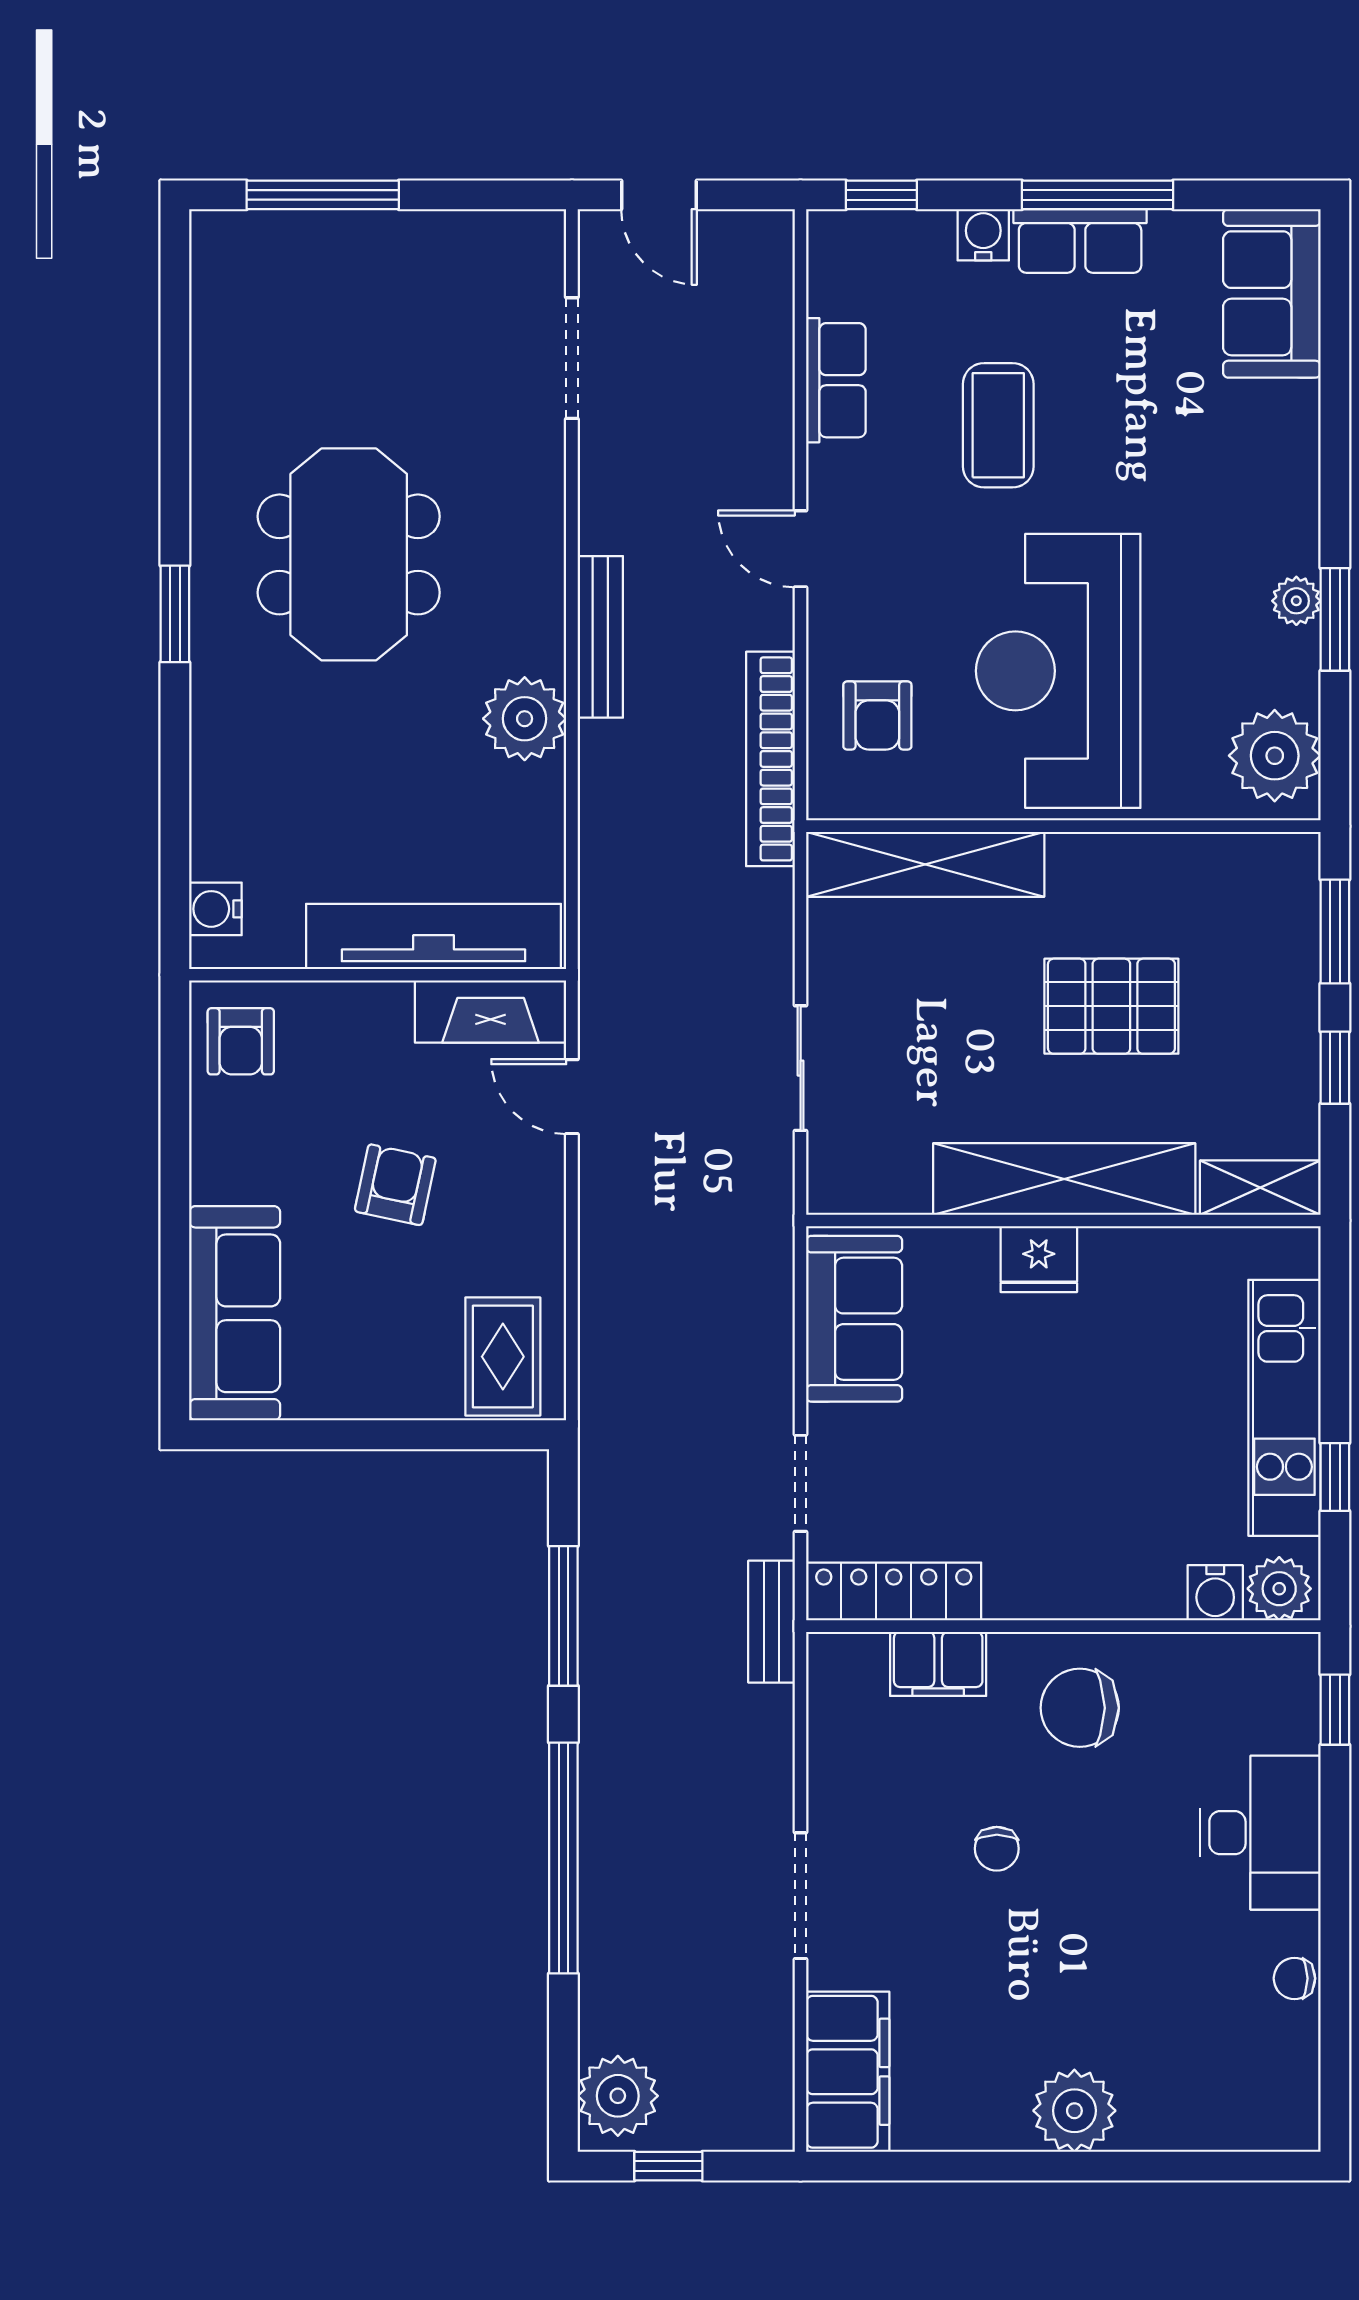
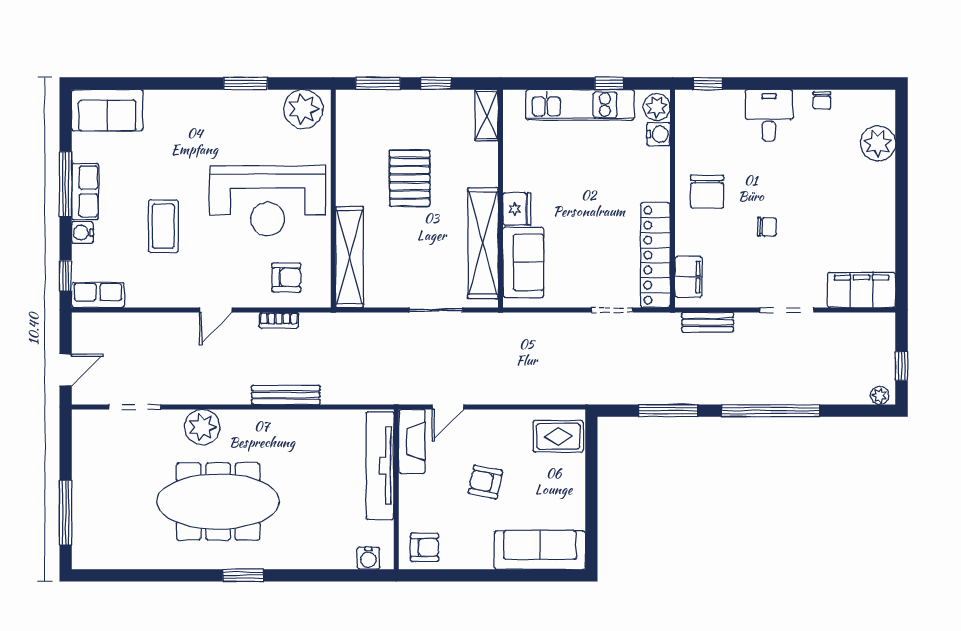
row of seats: (836, 380) -> (98, 295), moved
coffee table: (998, 425) -> (163, 226), turned 90
meeting table: (349, 554) -> (218, 502), width x1.36
plant: (1296, 601) -> (238, 100), removed
bench: (600, 637) -> (286, 395), moved
plant: (525, 719) -> (202, 427), moved
bookcase: (770, 759) -> (279, 320), width x0.43, depth x0.76
shelving: (1064, 1179) -> (483, 243), moved
sofa: (854, 1319) -> (523, 262), moved, turned 90
locker: (894, 1592) -> (655, 255), width x1.41, depth x1.21
bench: (772, 1622) -> (708, 322), moved
filing cabinet: (938, 1664) -> (689, 277), moved
desk: (1260, 1833) -> (769, 115), width x0.73
plant: (618, 2096) -> (880, 395), width x0.53, depth x0.53
plant: (1074, 2111) -> (878, 143), moved

